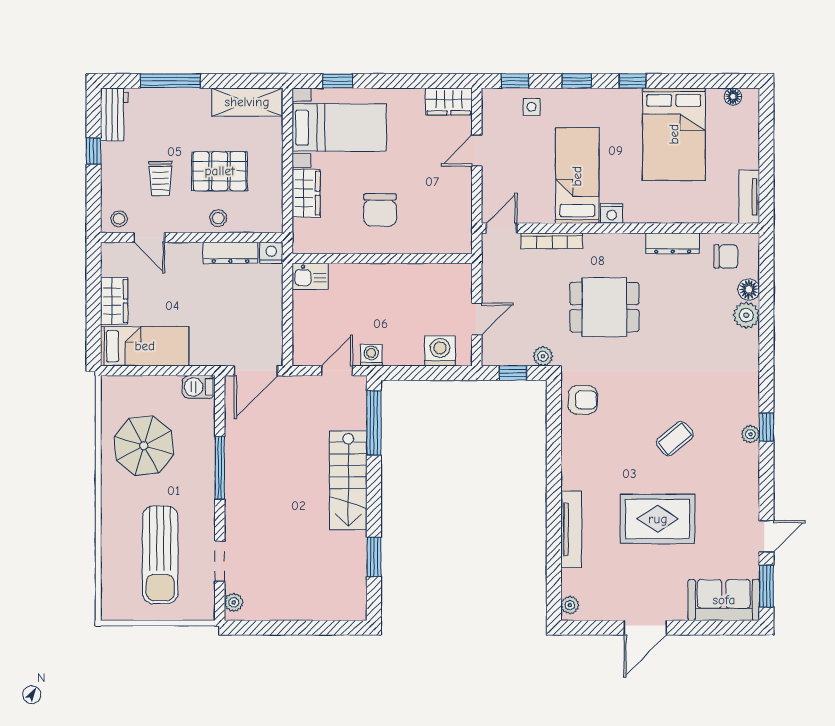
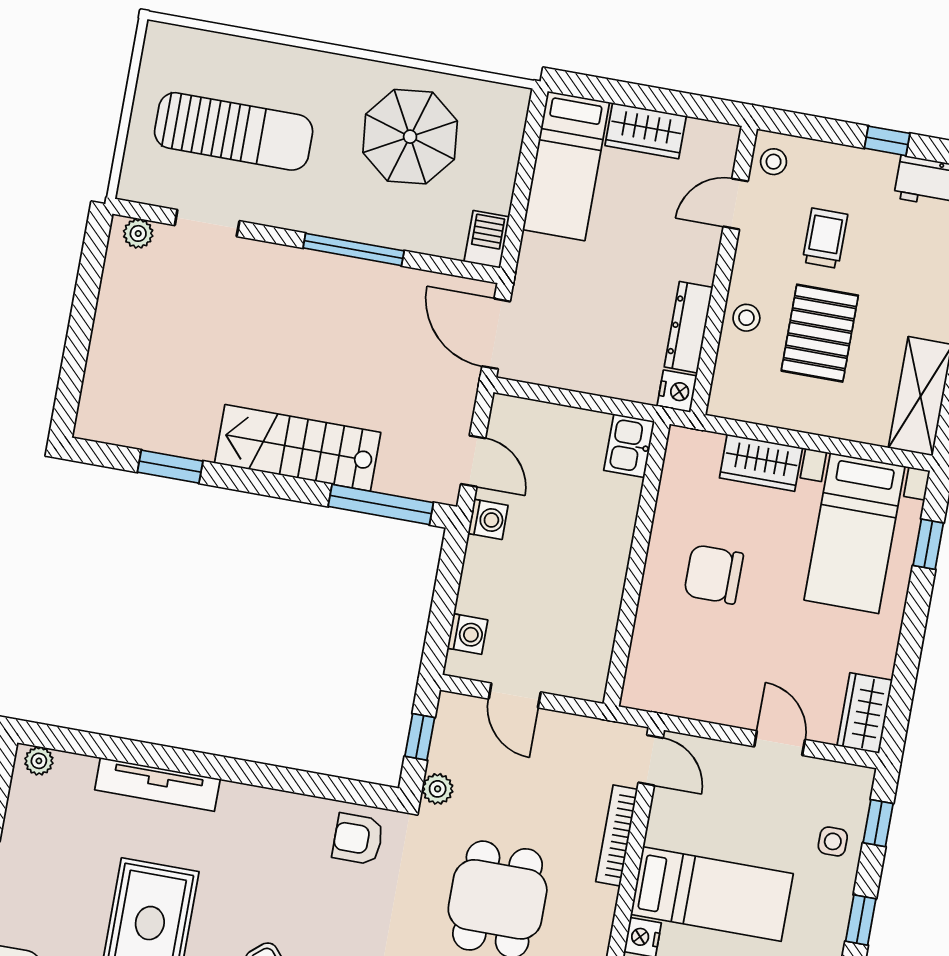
trolley: (161, 179) -> (825, 238), turned 90
washing machine: (440, 351) -> (467, 634), width x0.73, depth x0.73
armchair: (583, 400) -> (358, 839), turned 90
sun lounger: (160, 555) -> (234, 131), turned 180

